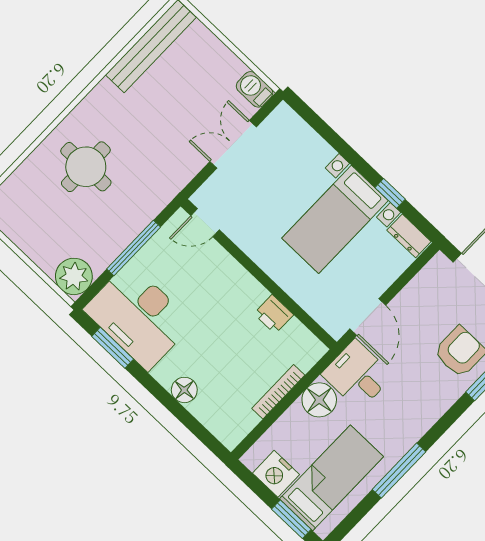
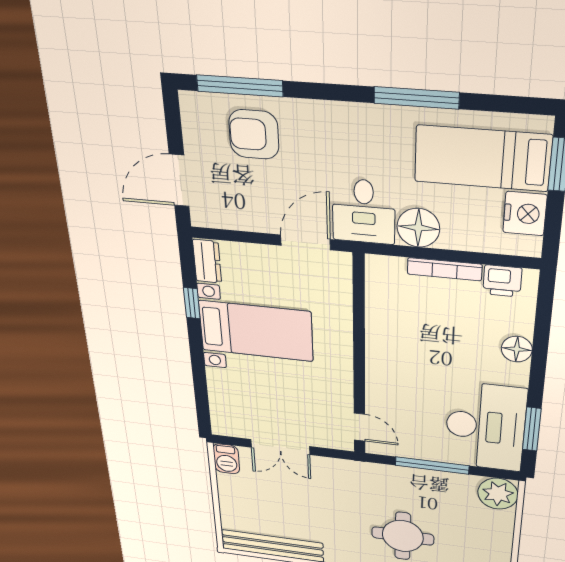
printer: (274, 314) -> (502, 281), moved, turned 90

